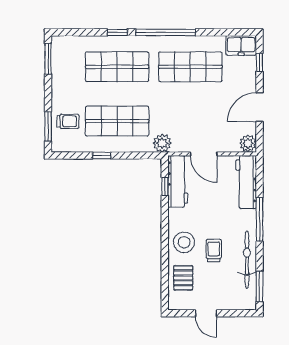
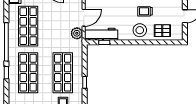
plant: (162, 143) -> (77, 33), moved

